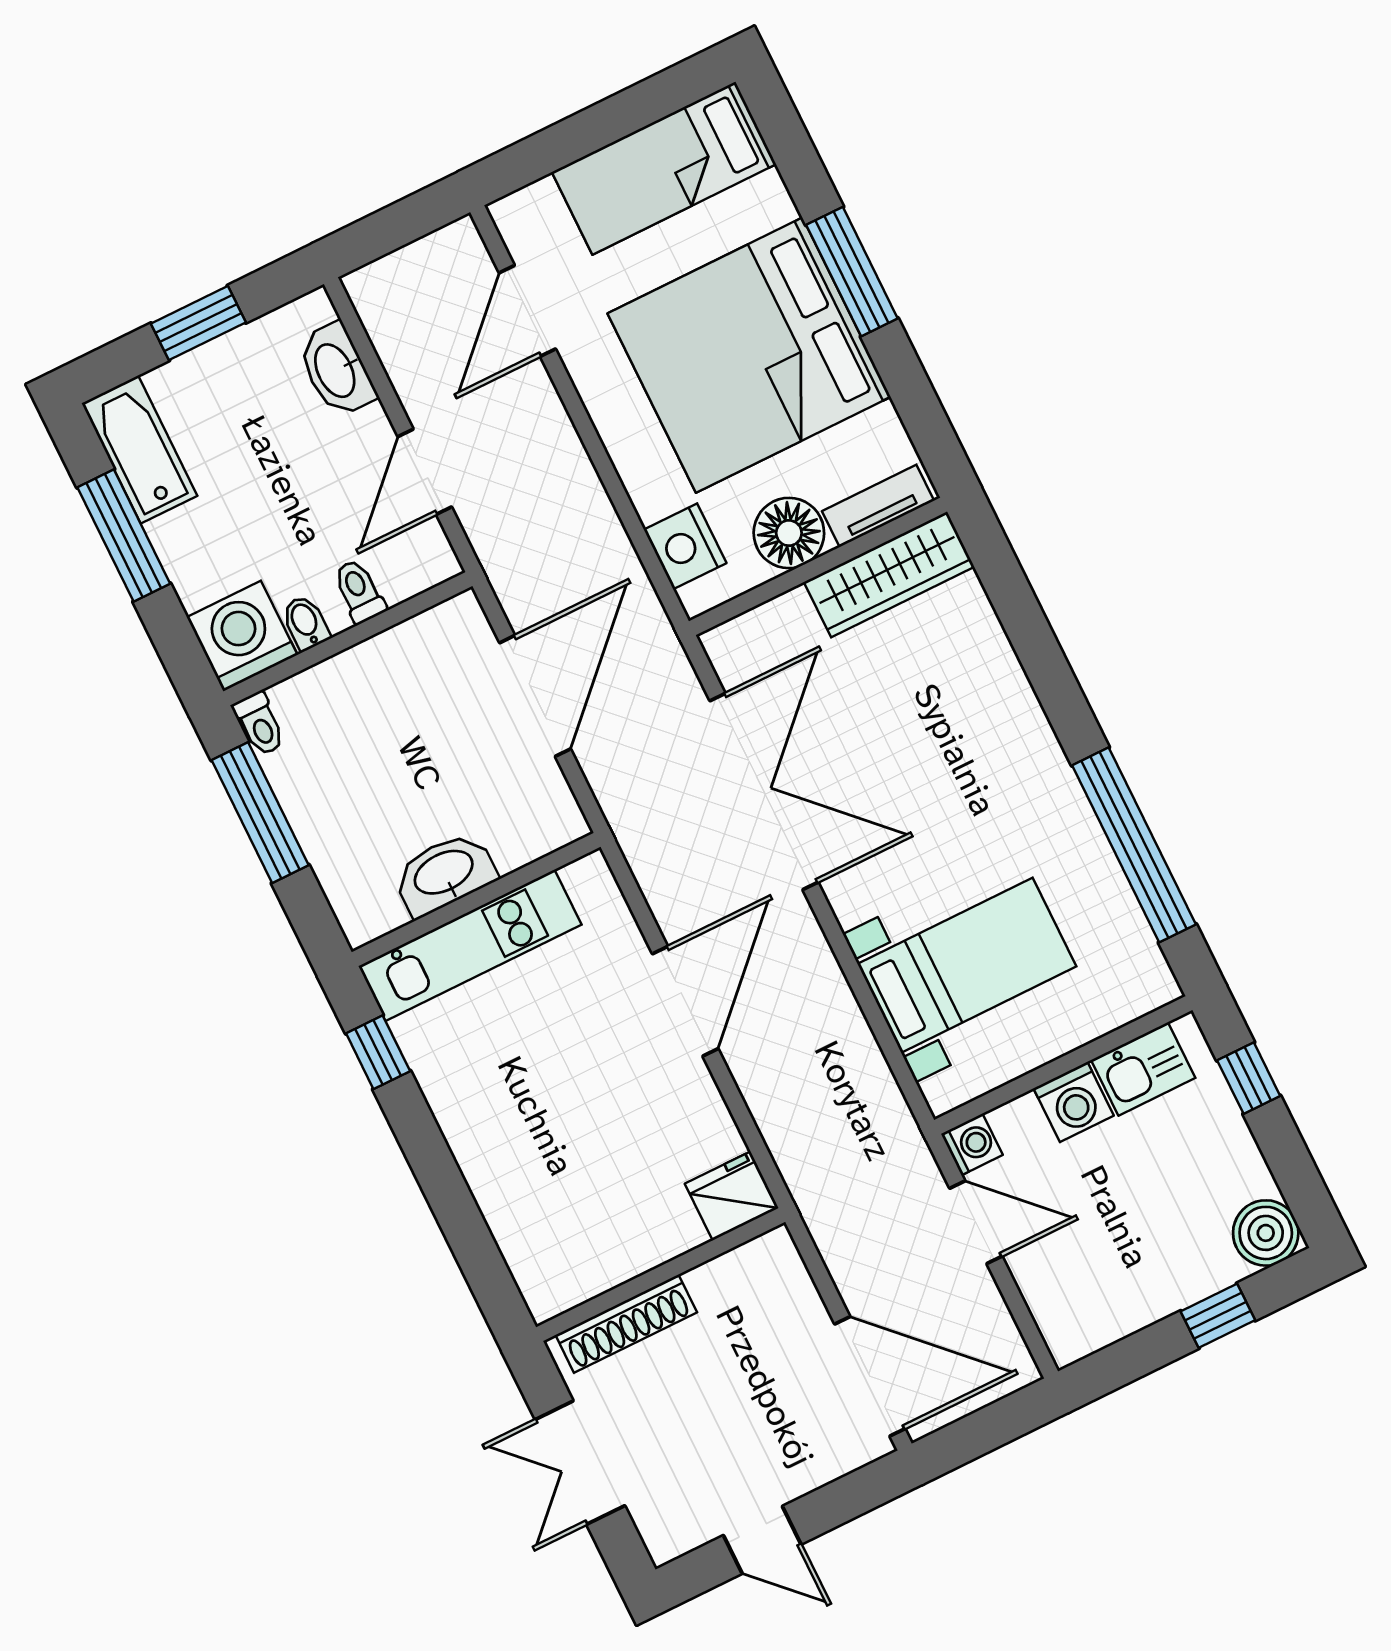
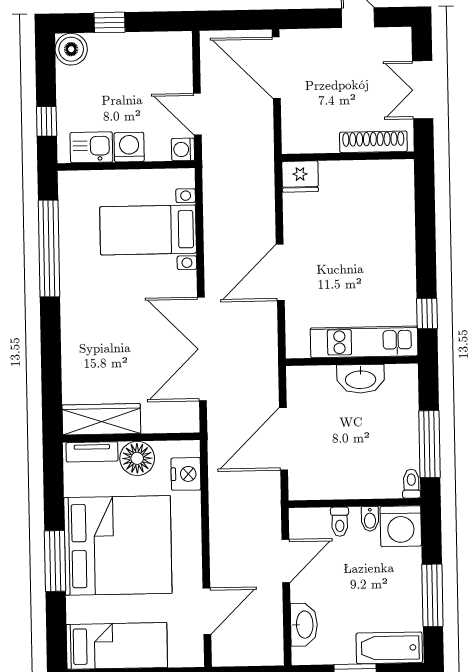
bathtub: (139, 450) -> (389, 648), moved, turned 90
double door: (580, 1463) -> (423, 90), swing flipped

